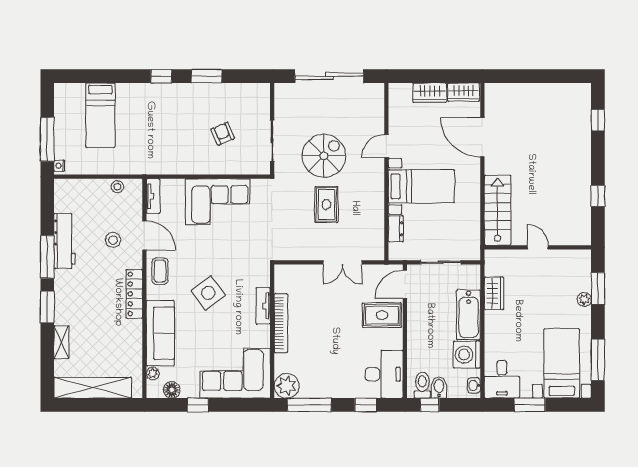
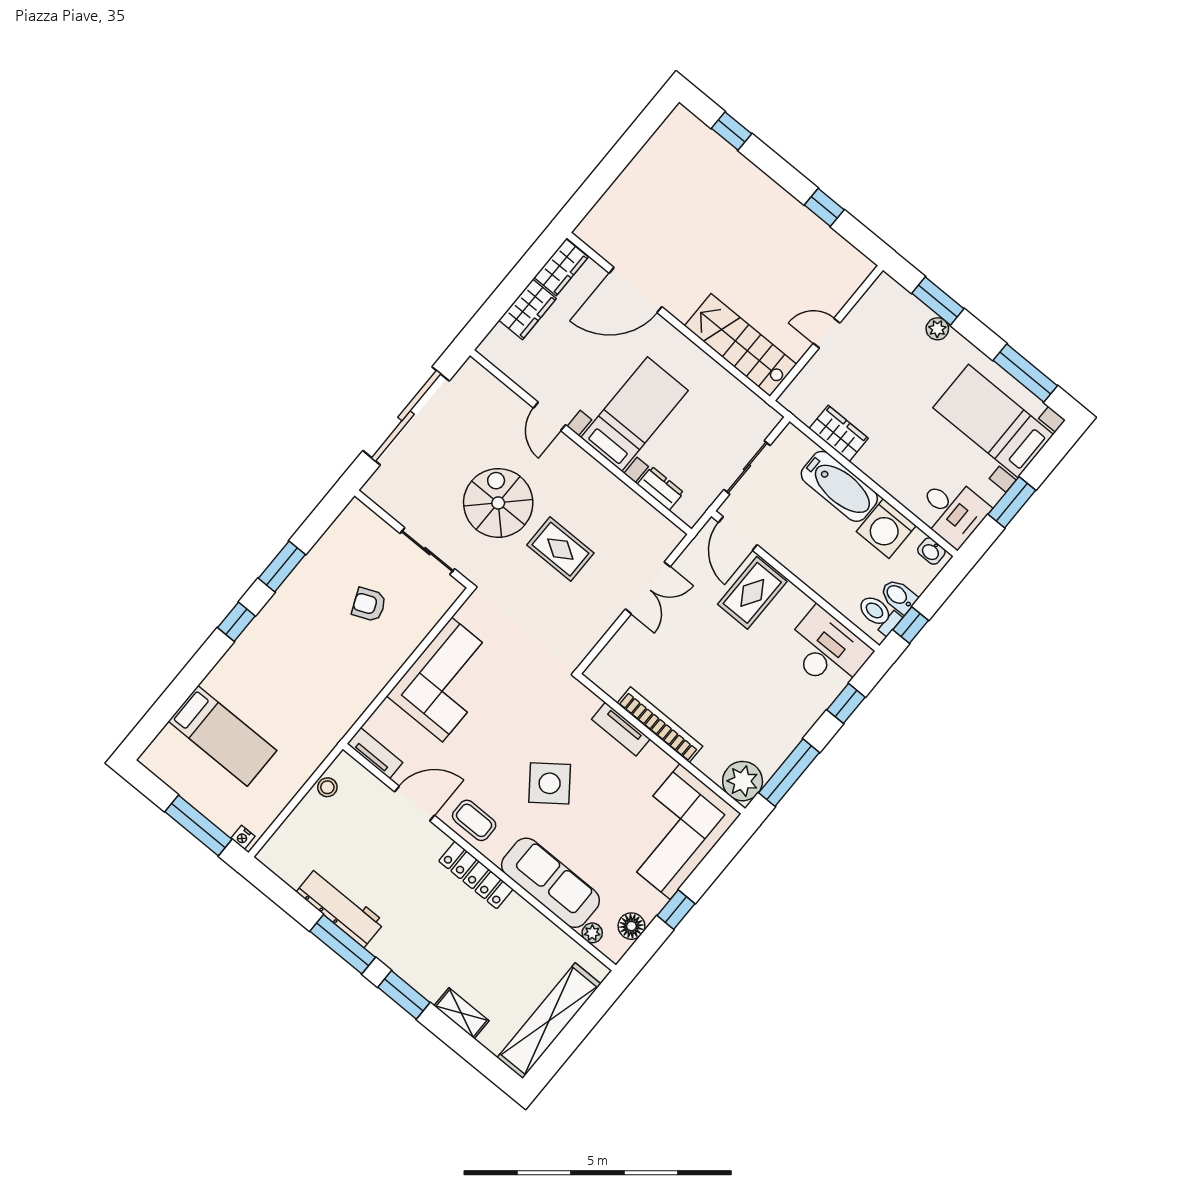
stool: (113, 240) -> (388, 847), removed

